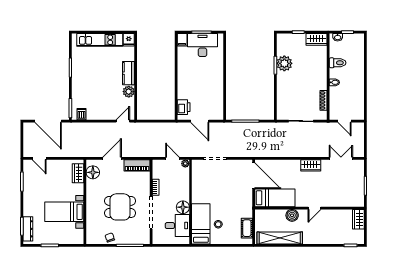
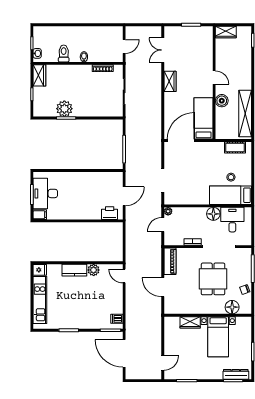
door: (48, 121) -> (124, 353), swing flipped
floor lamp: (93, 172) -> (232, 307), moved
wardrobe: (78, 173) -> (190, 322), moved

